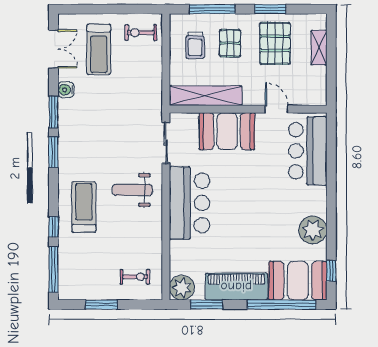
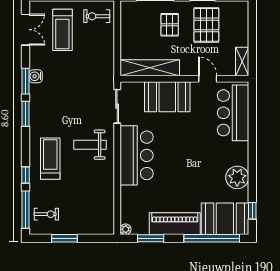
trolley: (195, 45) -> (141, 27), removed
shelving: (319, 48) -> (242, 61), moved
water cooler: (66, 90) -> (36, 76), moved
exercise bike: (135, 277) -> (46, 214), moved
plant: (182, 288) -> (125, 229), width x0.53, depth x0.53

